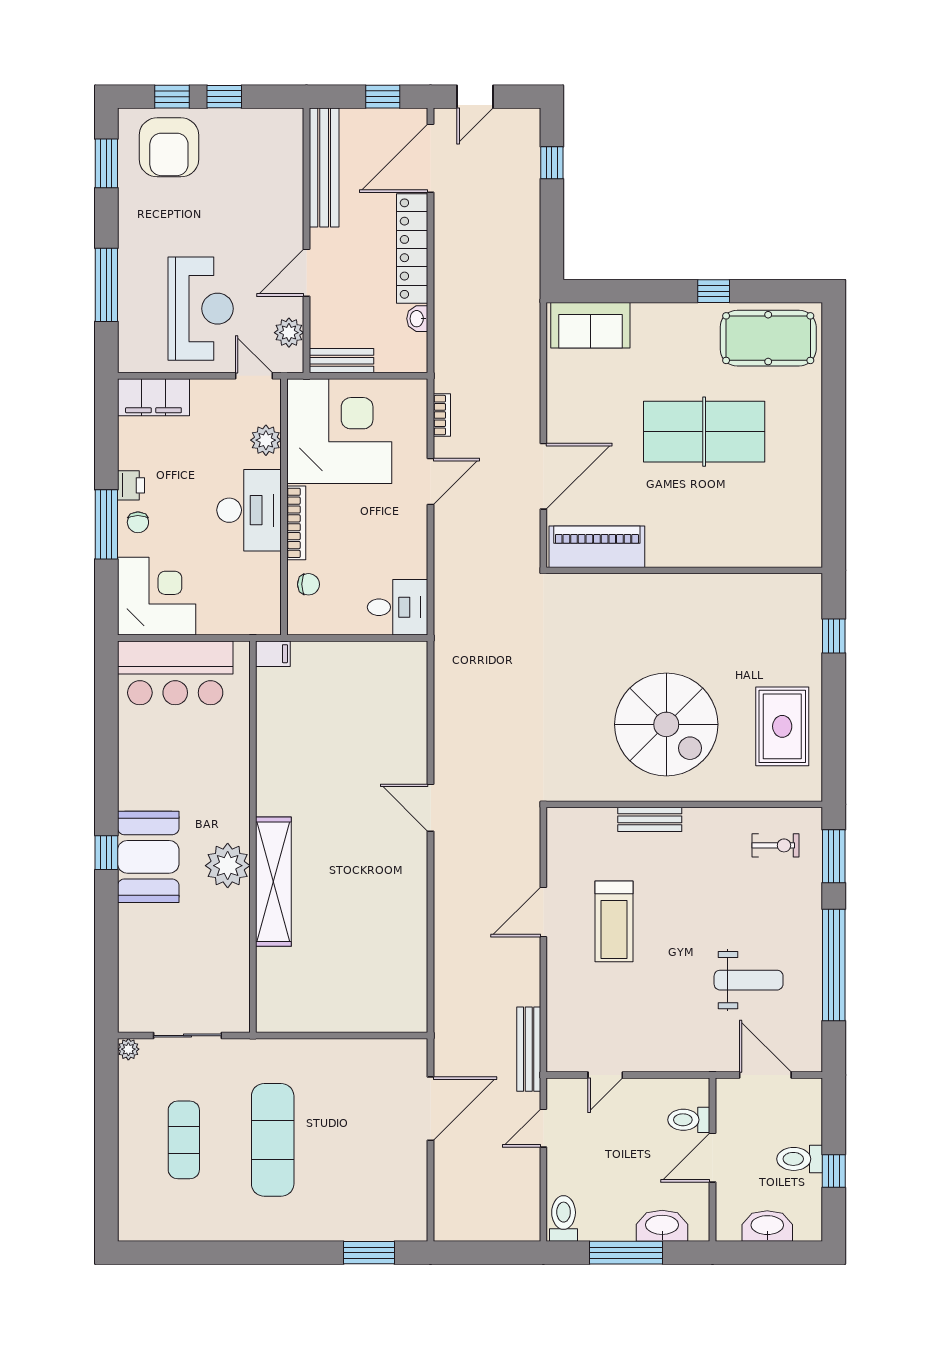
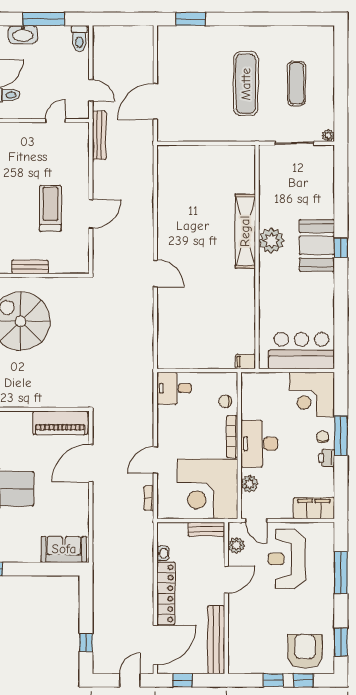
door: (543, 1128) -> (91, 90), hinge flipped

